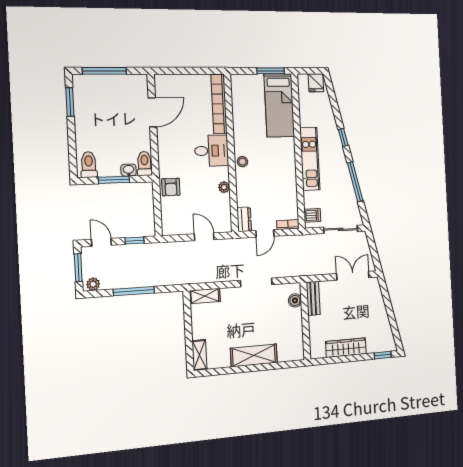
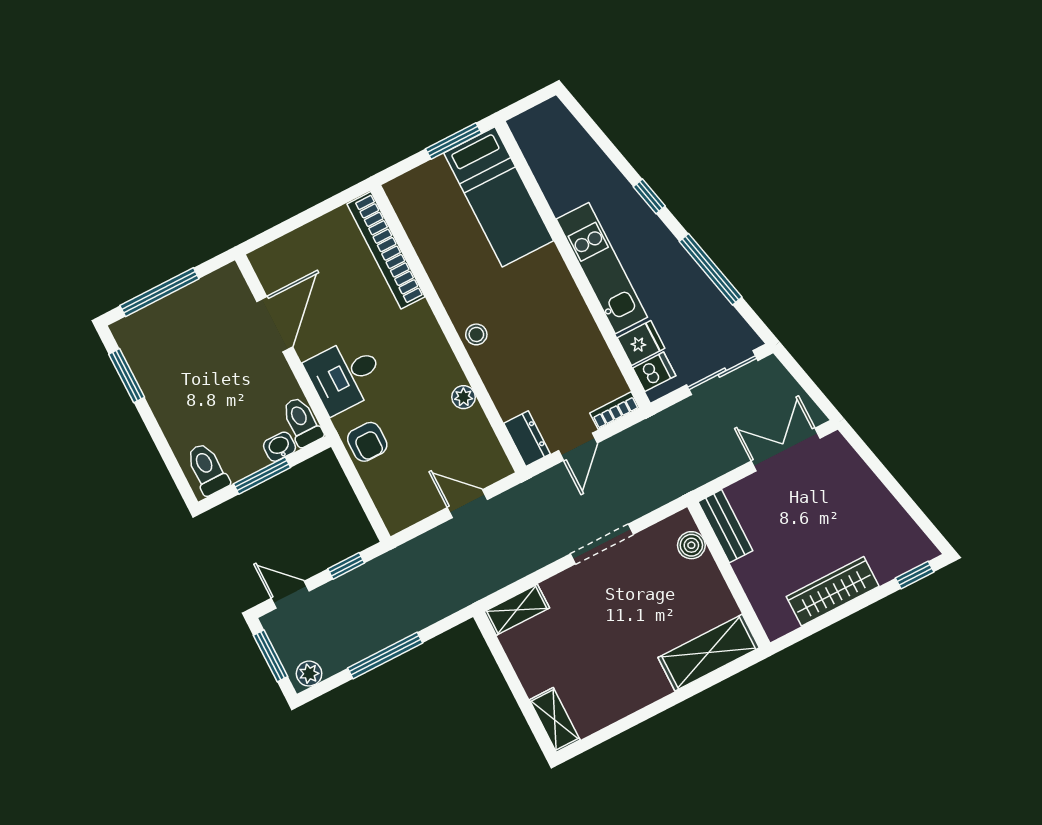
fridge: (316, 83) -> (641, 343), moved, turned -90
desk: (212, 151) -> (345, 375), moved, turned 180
shelving: (254, 355) -> (709, 653), moved

